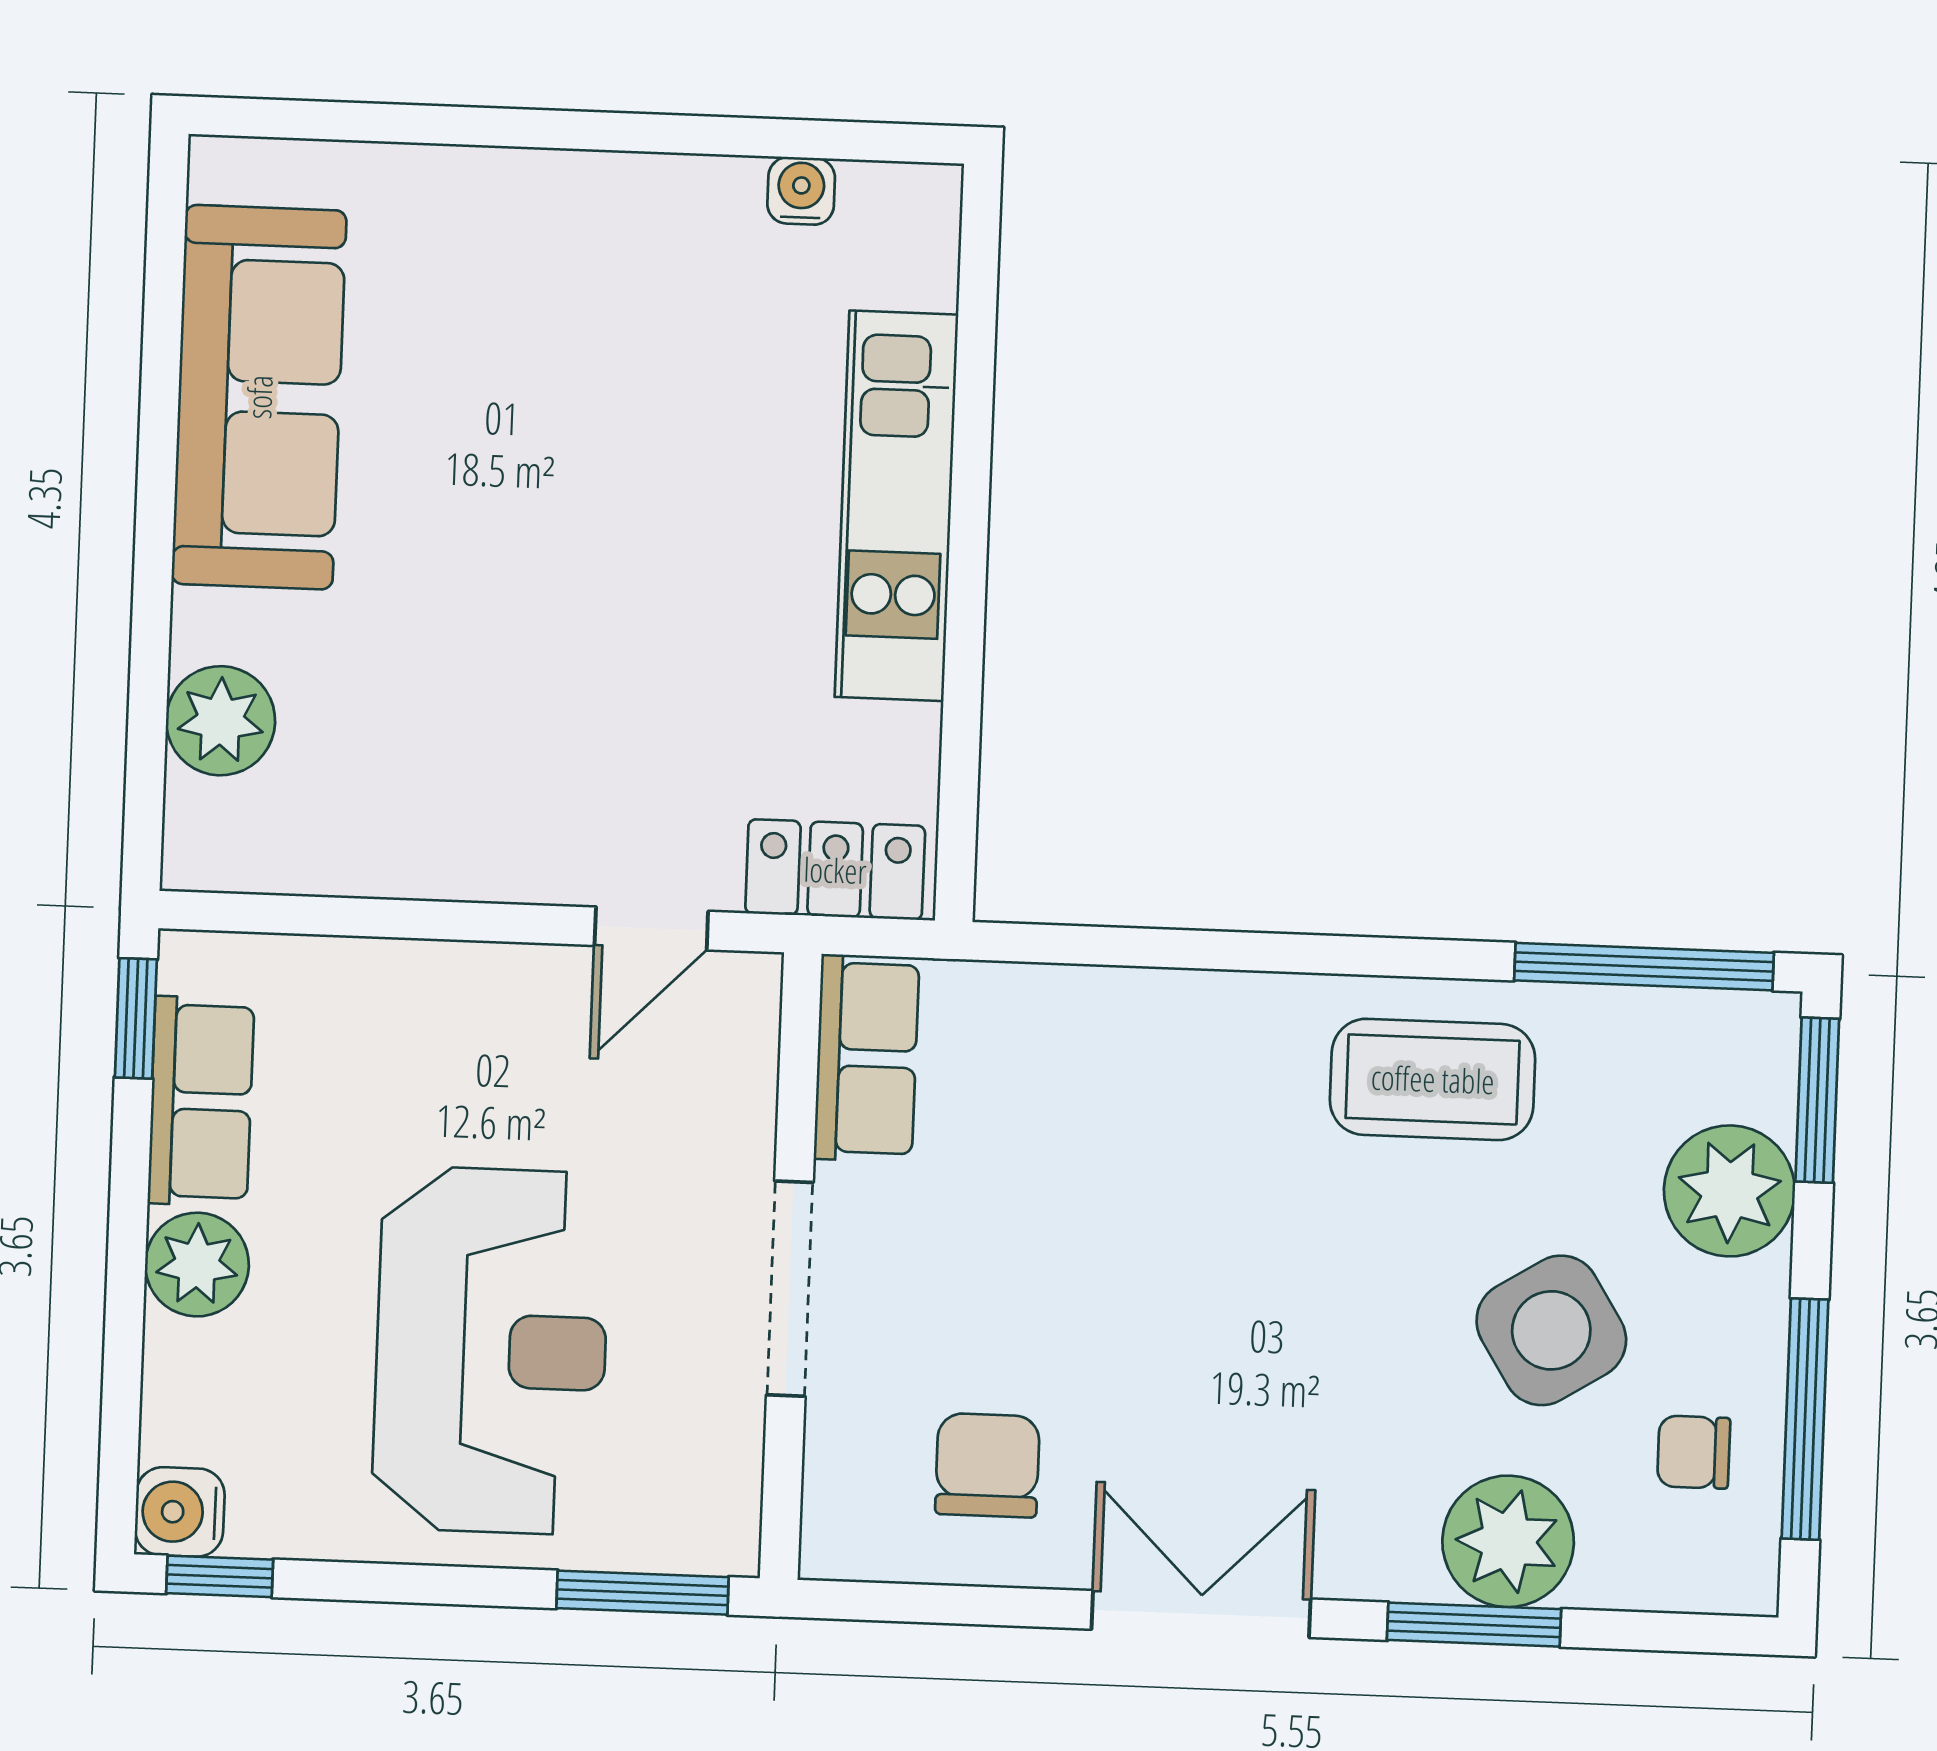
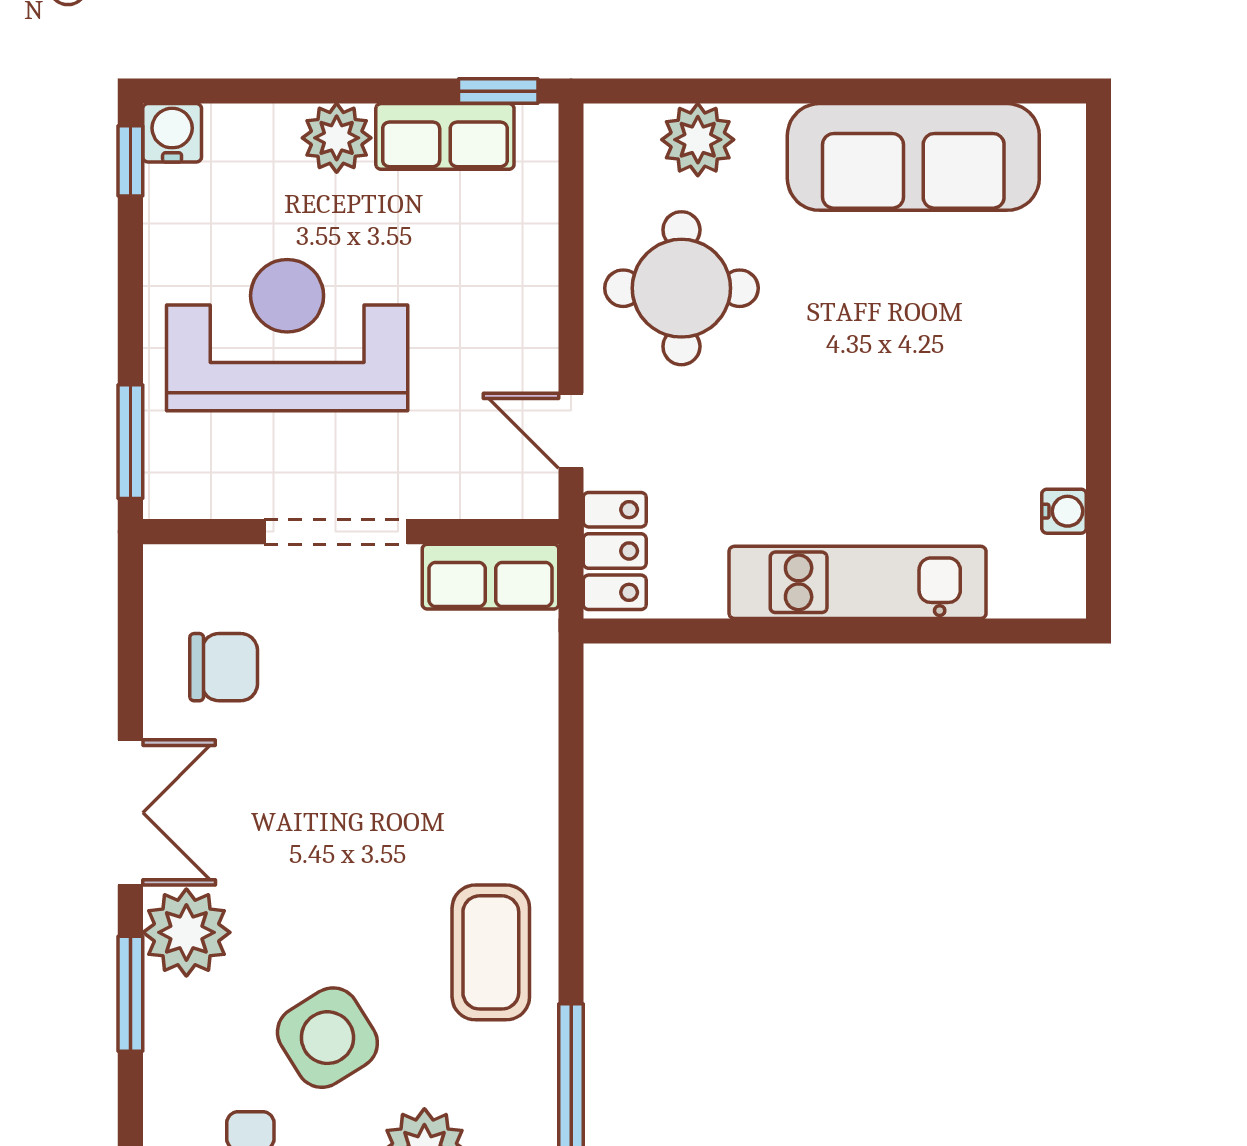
round table: (443, 754) -> (681, 288), added
reception desk: (491, 1350) -> (287, 335), turned 180
plant: (1508, 1541) -> (186, 932), moved

